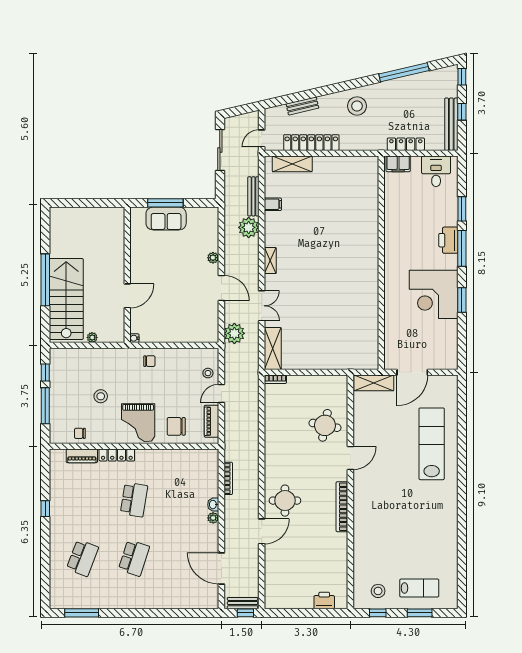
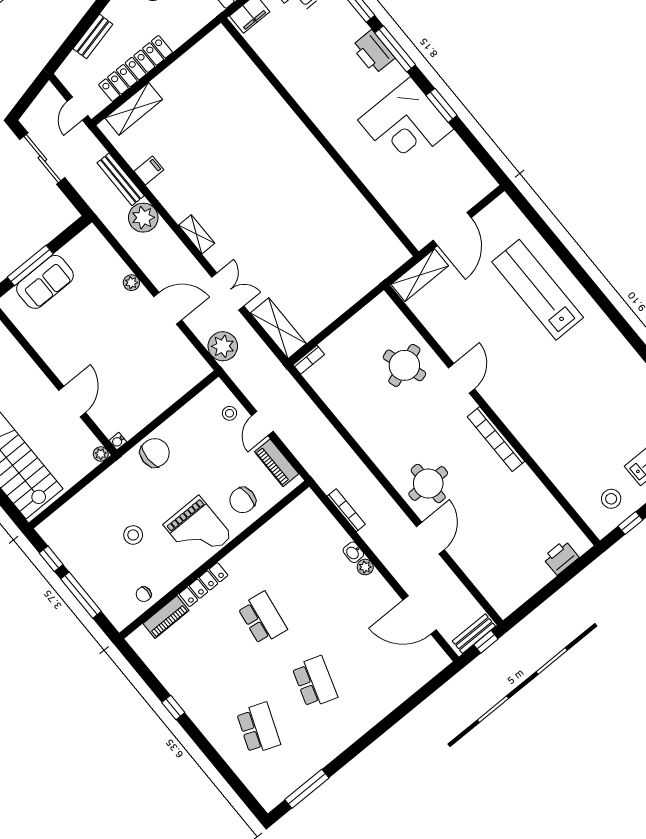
plant: (92, 337) -> (101, 454), moved
chair: (149, 361) -> (155, 453), width x1.87, depth x1.87
round table: (325, 425) -> (404, 365), turned -30

